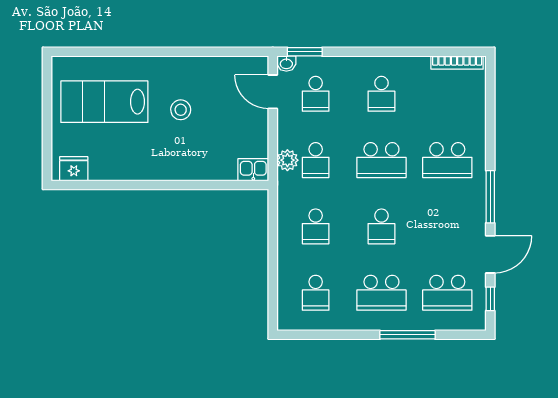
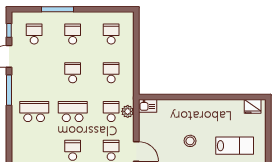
lab bench: (104, 102) -> (235, 146), width x0.73, depth x0.72
school desk: (381, 293) -> (73, 34), width x0.54
school desk: (447, 293) -> (34, 34), width x0.54

